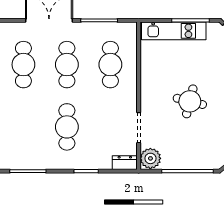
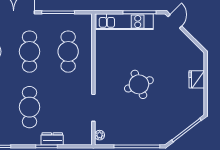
round table: (190, 101) -> (139, 84), turned -35
plant: (150, 158) -> (100, 135), width x0.53, depth x0.53
dresser: (125, 163) -> (52, 139), moved

